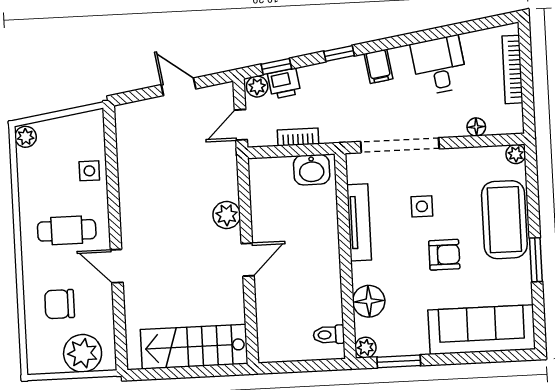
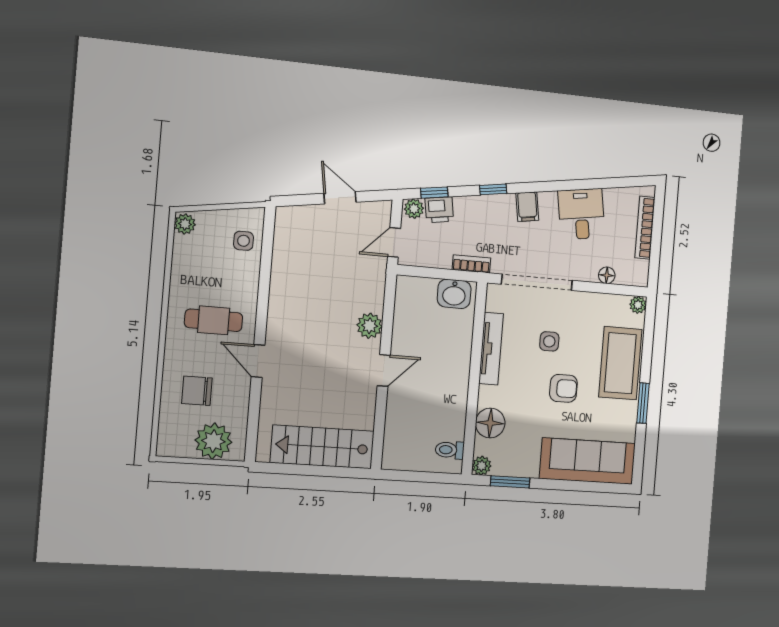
bookcase: (298, 137) -> (471, 264), moved
side table: (89, 171) -> (244, 241), moved

